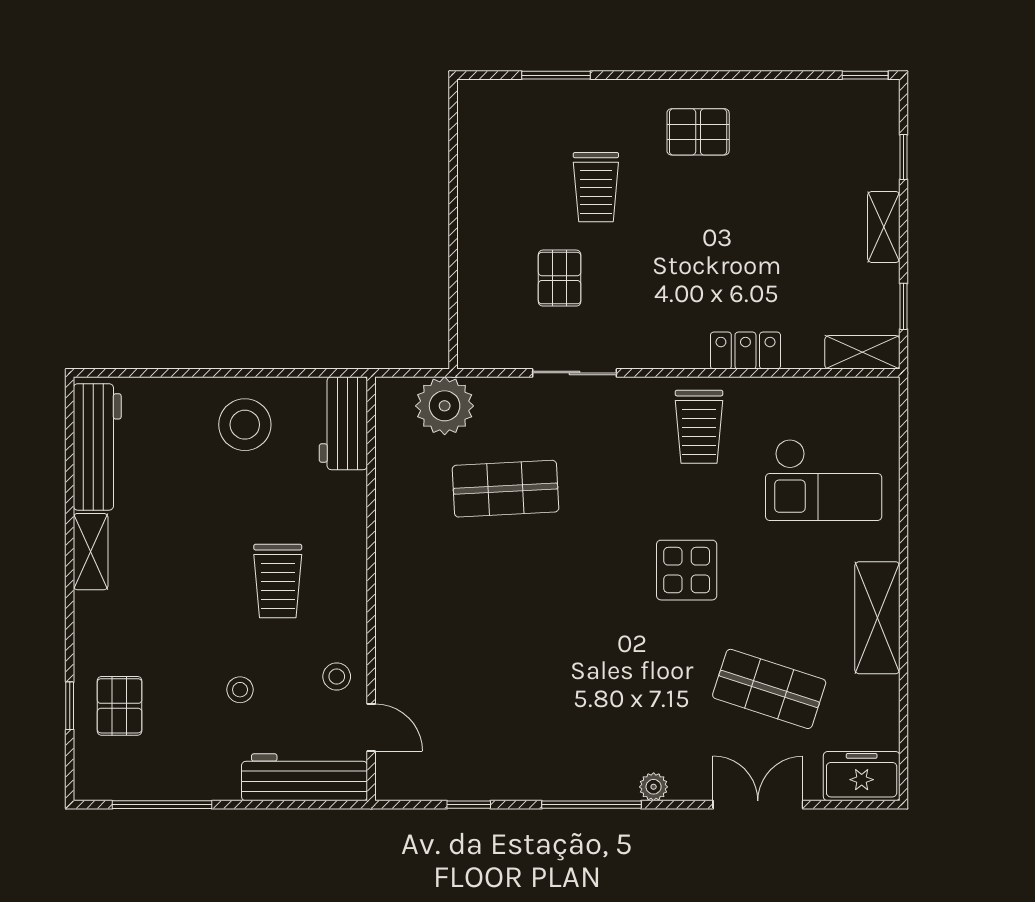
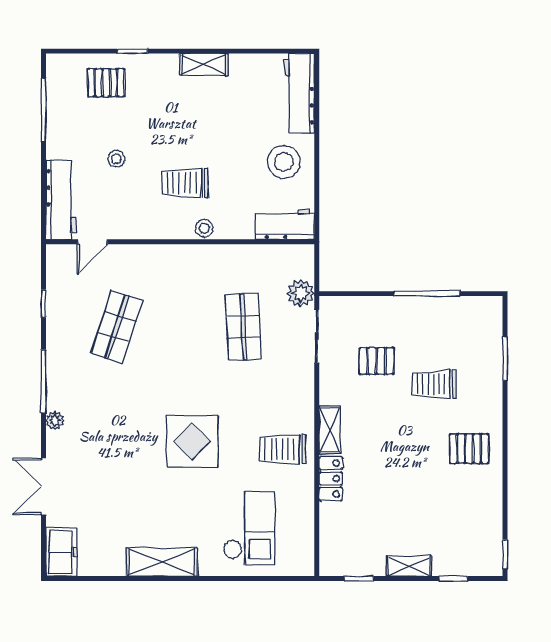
pallet: (698, 132) -> (469, 449), turned 90
window: (453, 199) -> (427, 294), added
shelving: (862, 352) -> (330, 430), moved
sliding door: (574, 373) -> (317, 336), moved
plant: (445, 406) -> (301, 293), width x0.73, depth x0.73
workbench: (97, 447) -> (299, 94), moved, turned 90
checkout: (824, 480) -> (249, 528), turned 180
display table: (687, 570) -> (192, 441), width x1.36, depth x1.36
stool: (337, 676) -> (204, 228), moved
shop shelf: (769, 689) -> (117, 327), moved
window: (70, 706) -> (132, 51), moved
double door: (758, 805) -> (44, 486), swing flipped

